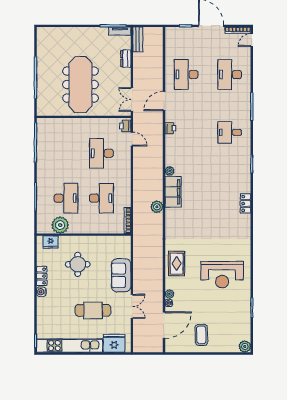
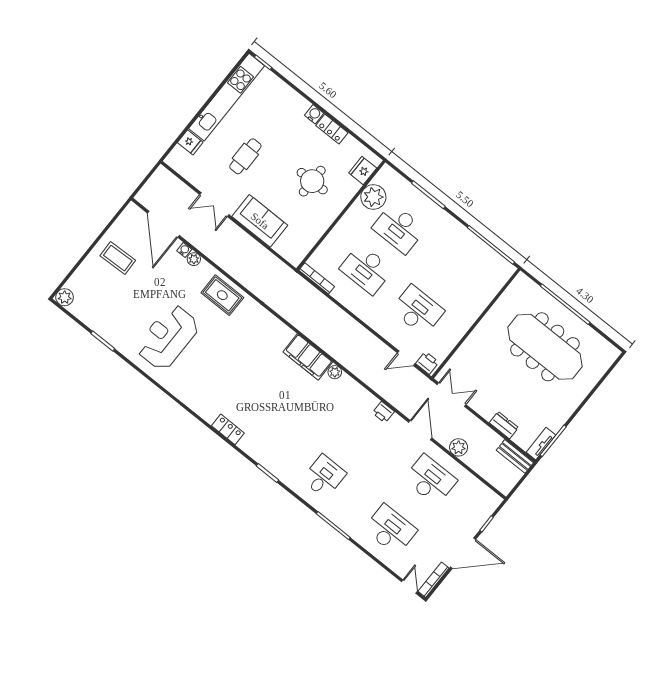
meeting table: (80, 85) -> (545, 347), moved
plant: (157, 207) -> (459, 447), moved
cafe table: (93, 310) -> (245, 156), width x0.73, depth x0.74
fridge: (114, 343) -> (190, 142), width x0.53, depth x0.75

